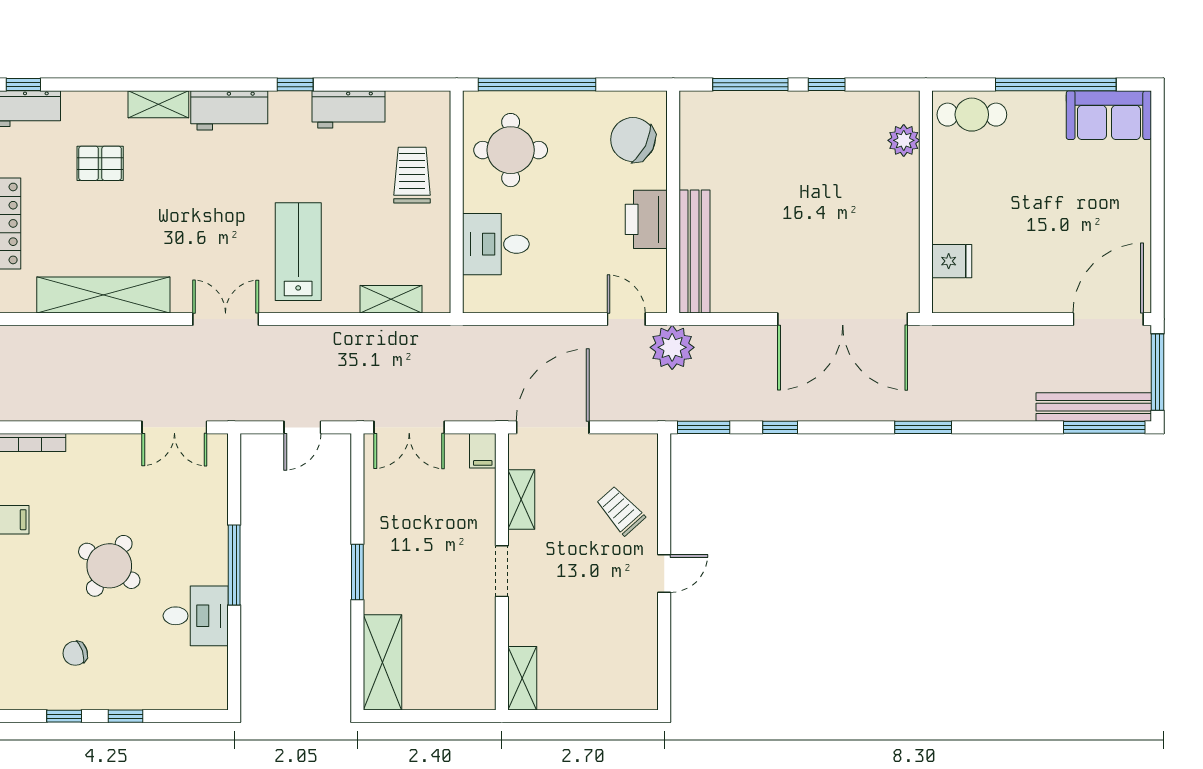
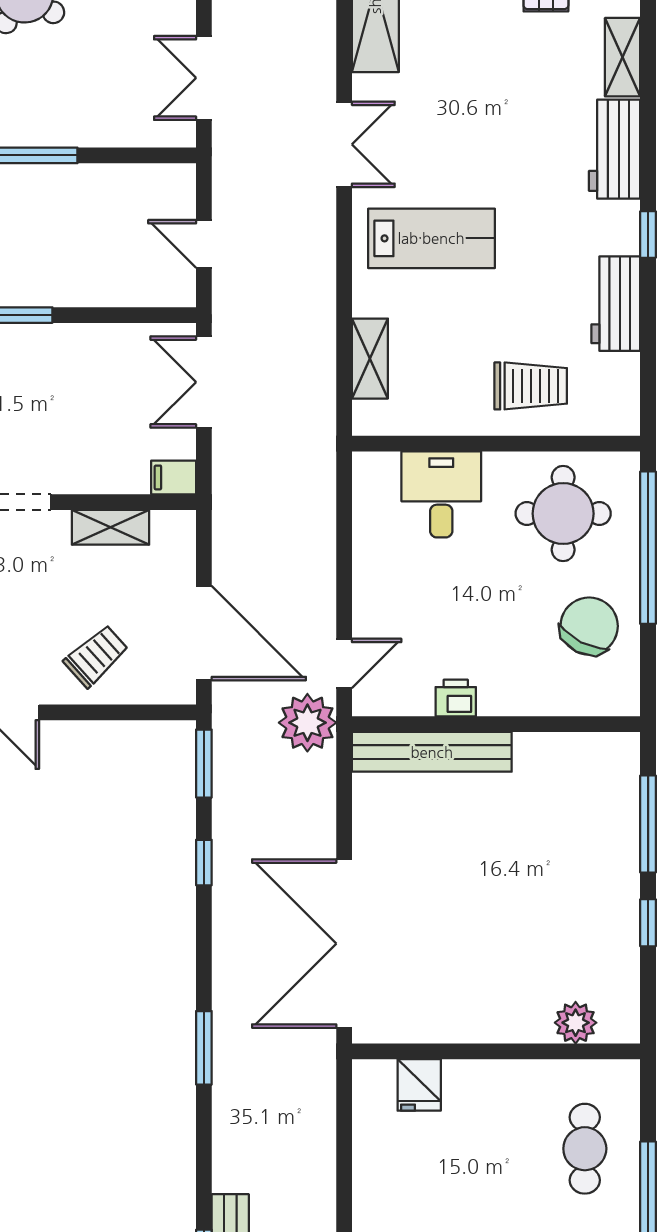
cafe table: (972, 115) -> (585, 1149), moved
chair: (633, 140) -> (589, 626), moved
printer: (646, 219) -> (456, 698), width x0.53, depth x0.68
door: (553, 427) -> (204, 633), moved

